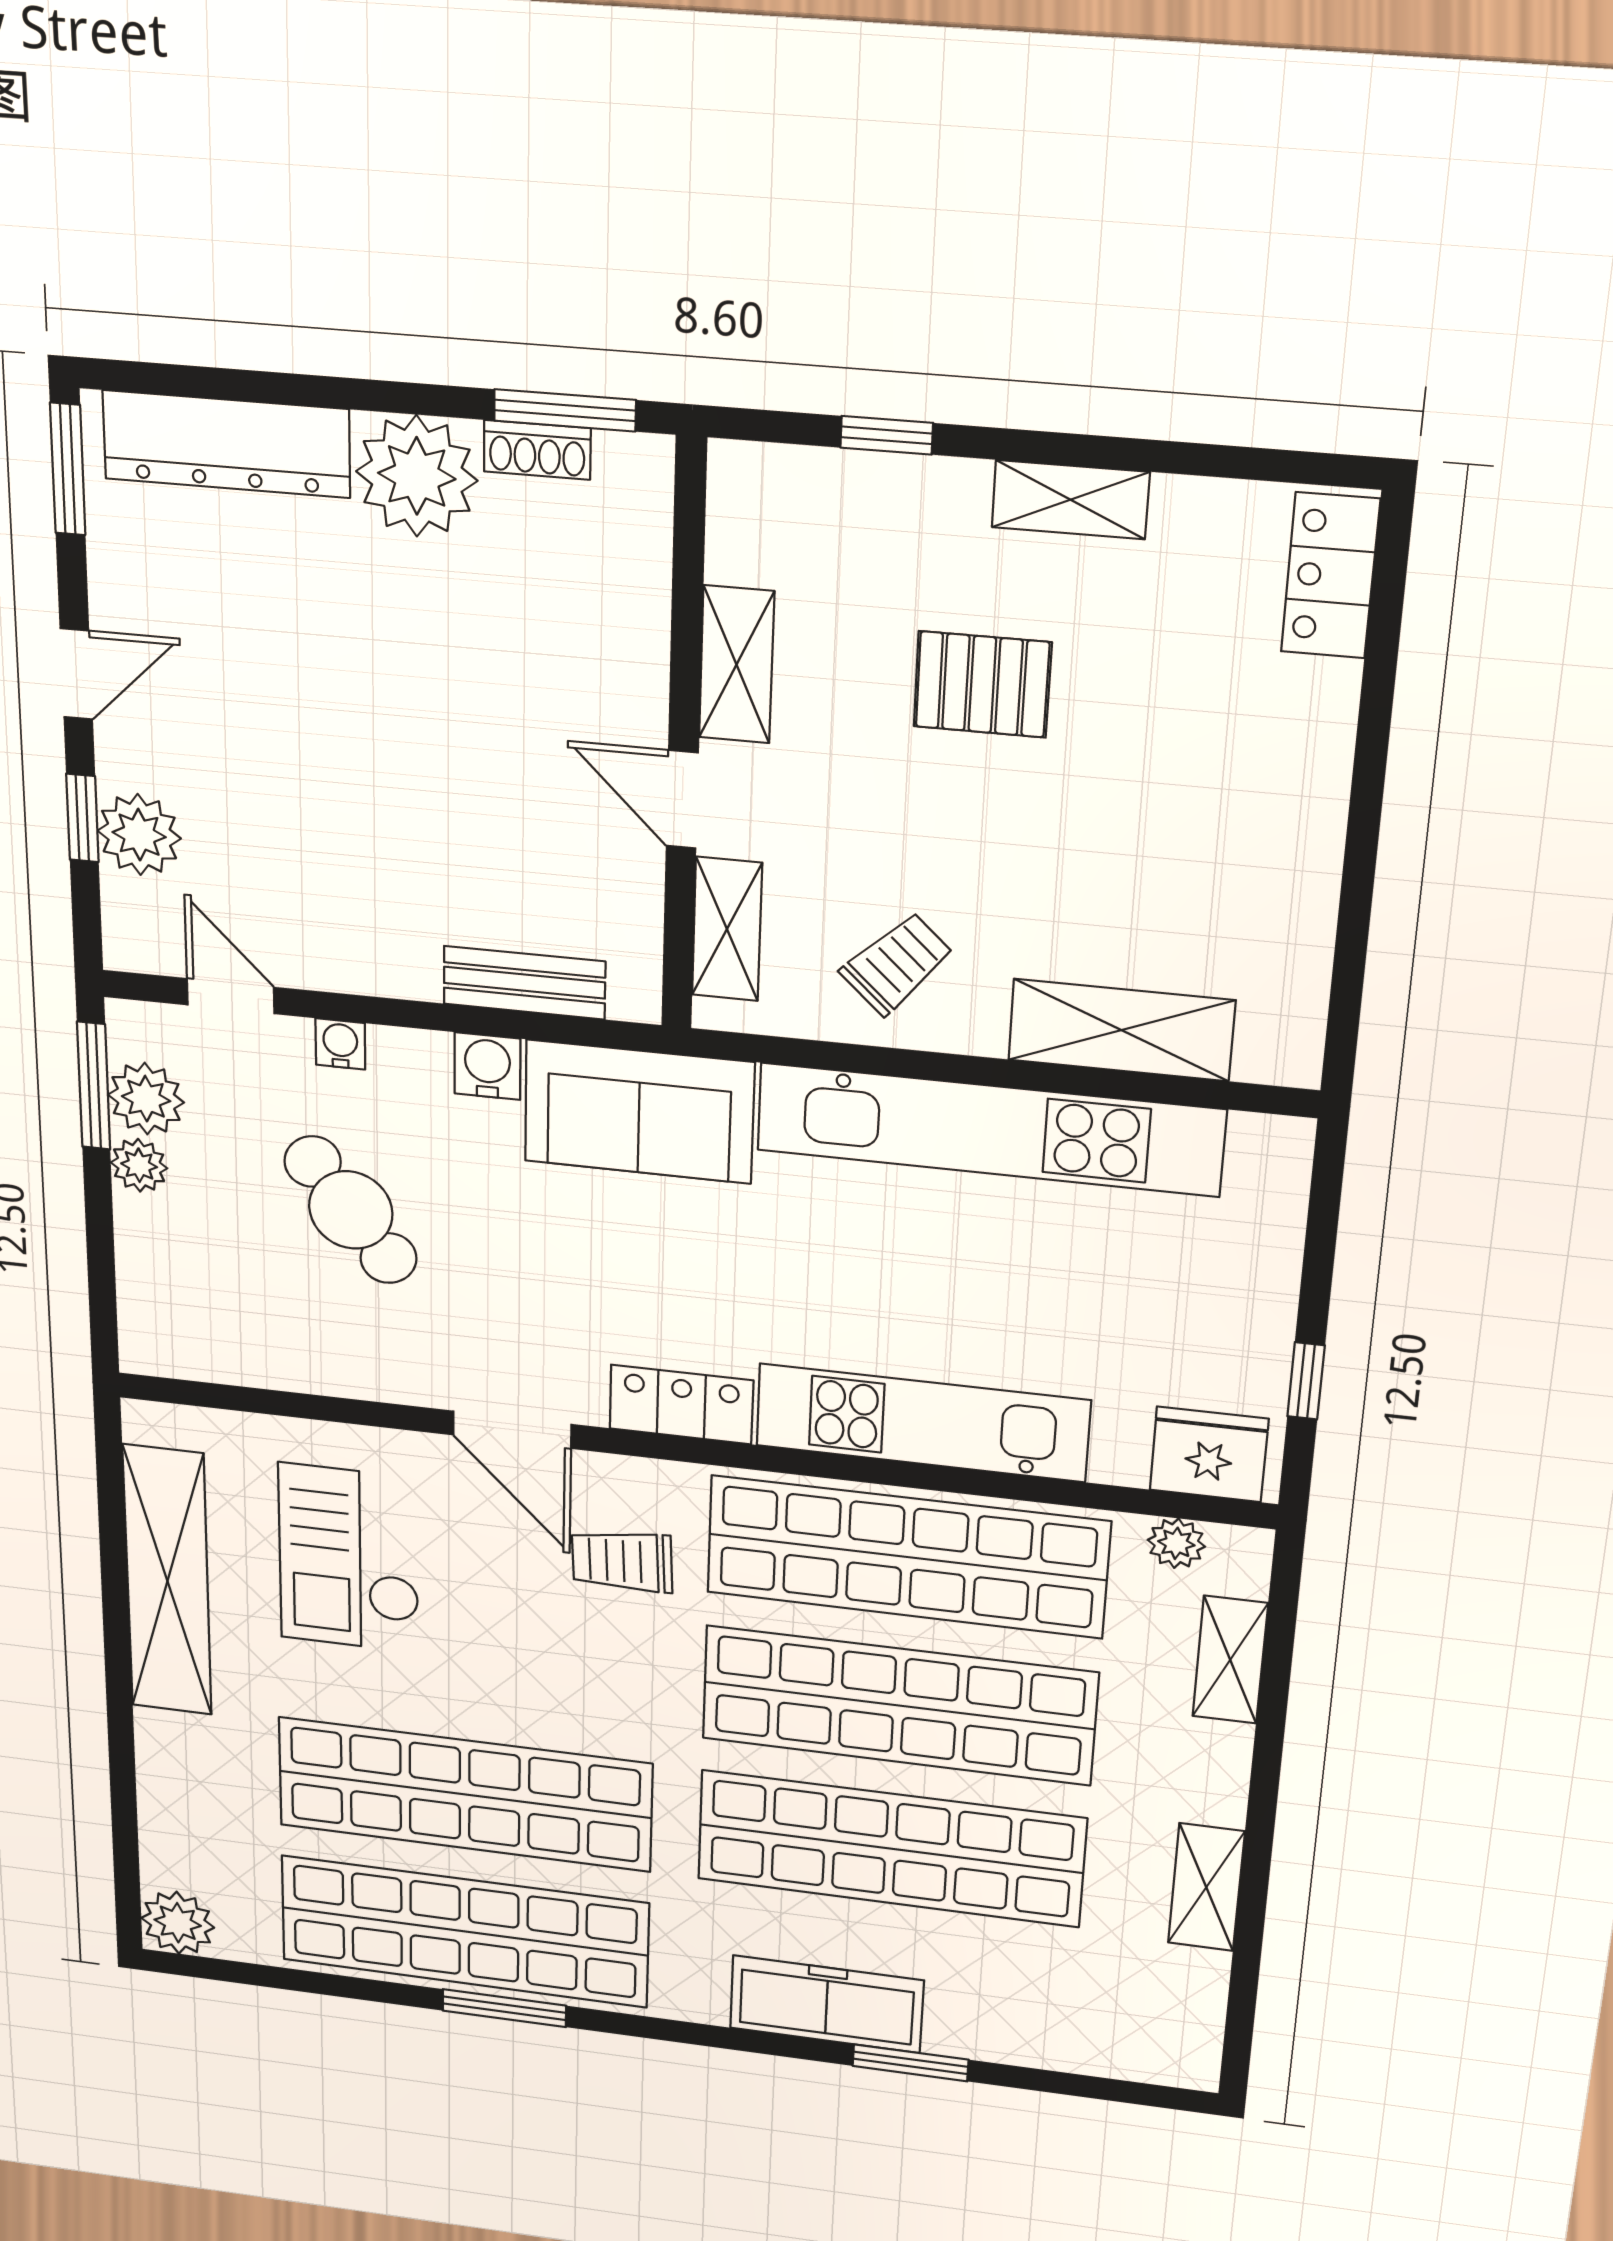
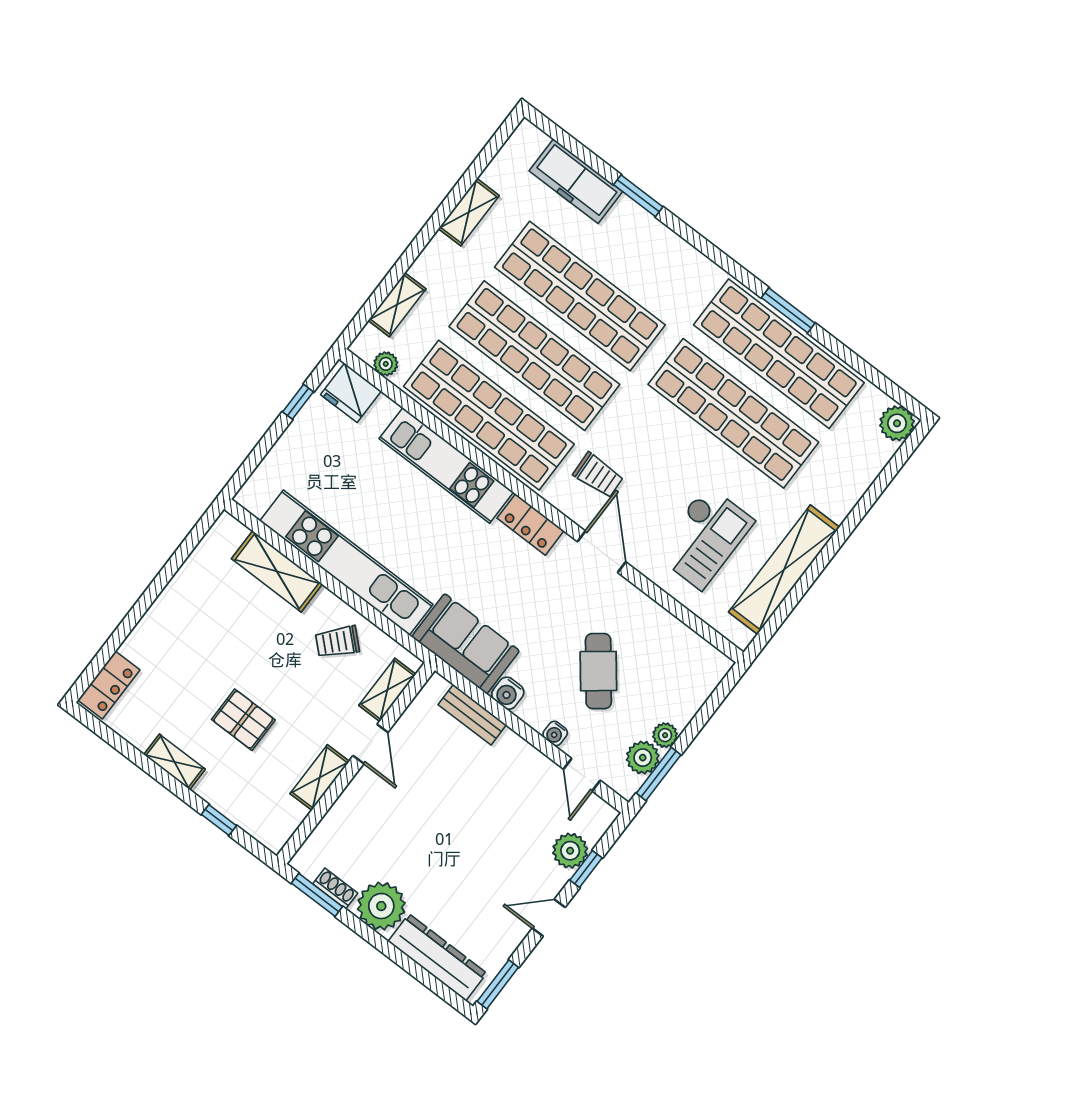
freezer: (826, 2004) -> (576, 181), moved

